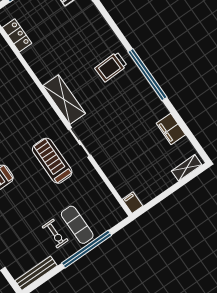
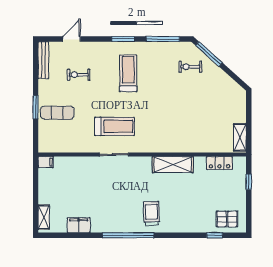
shelving: (64, 100) -> (173, 165), moved
exercise bike: (55, 234) -> (79, 75), moved
window: (87, 249) -> (36, 107), width x0.47

